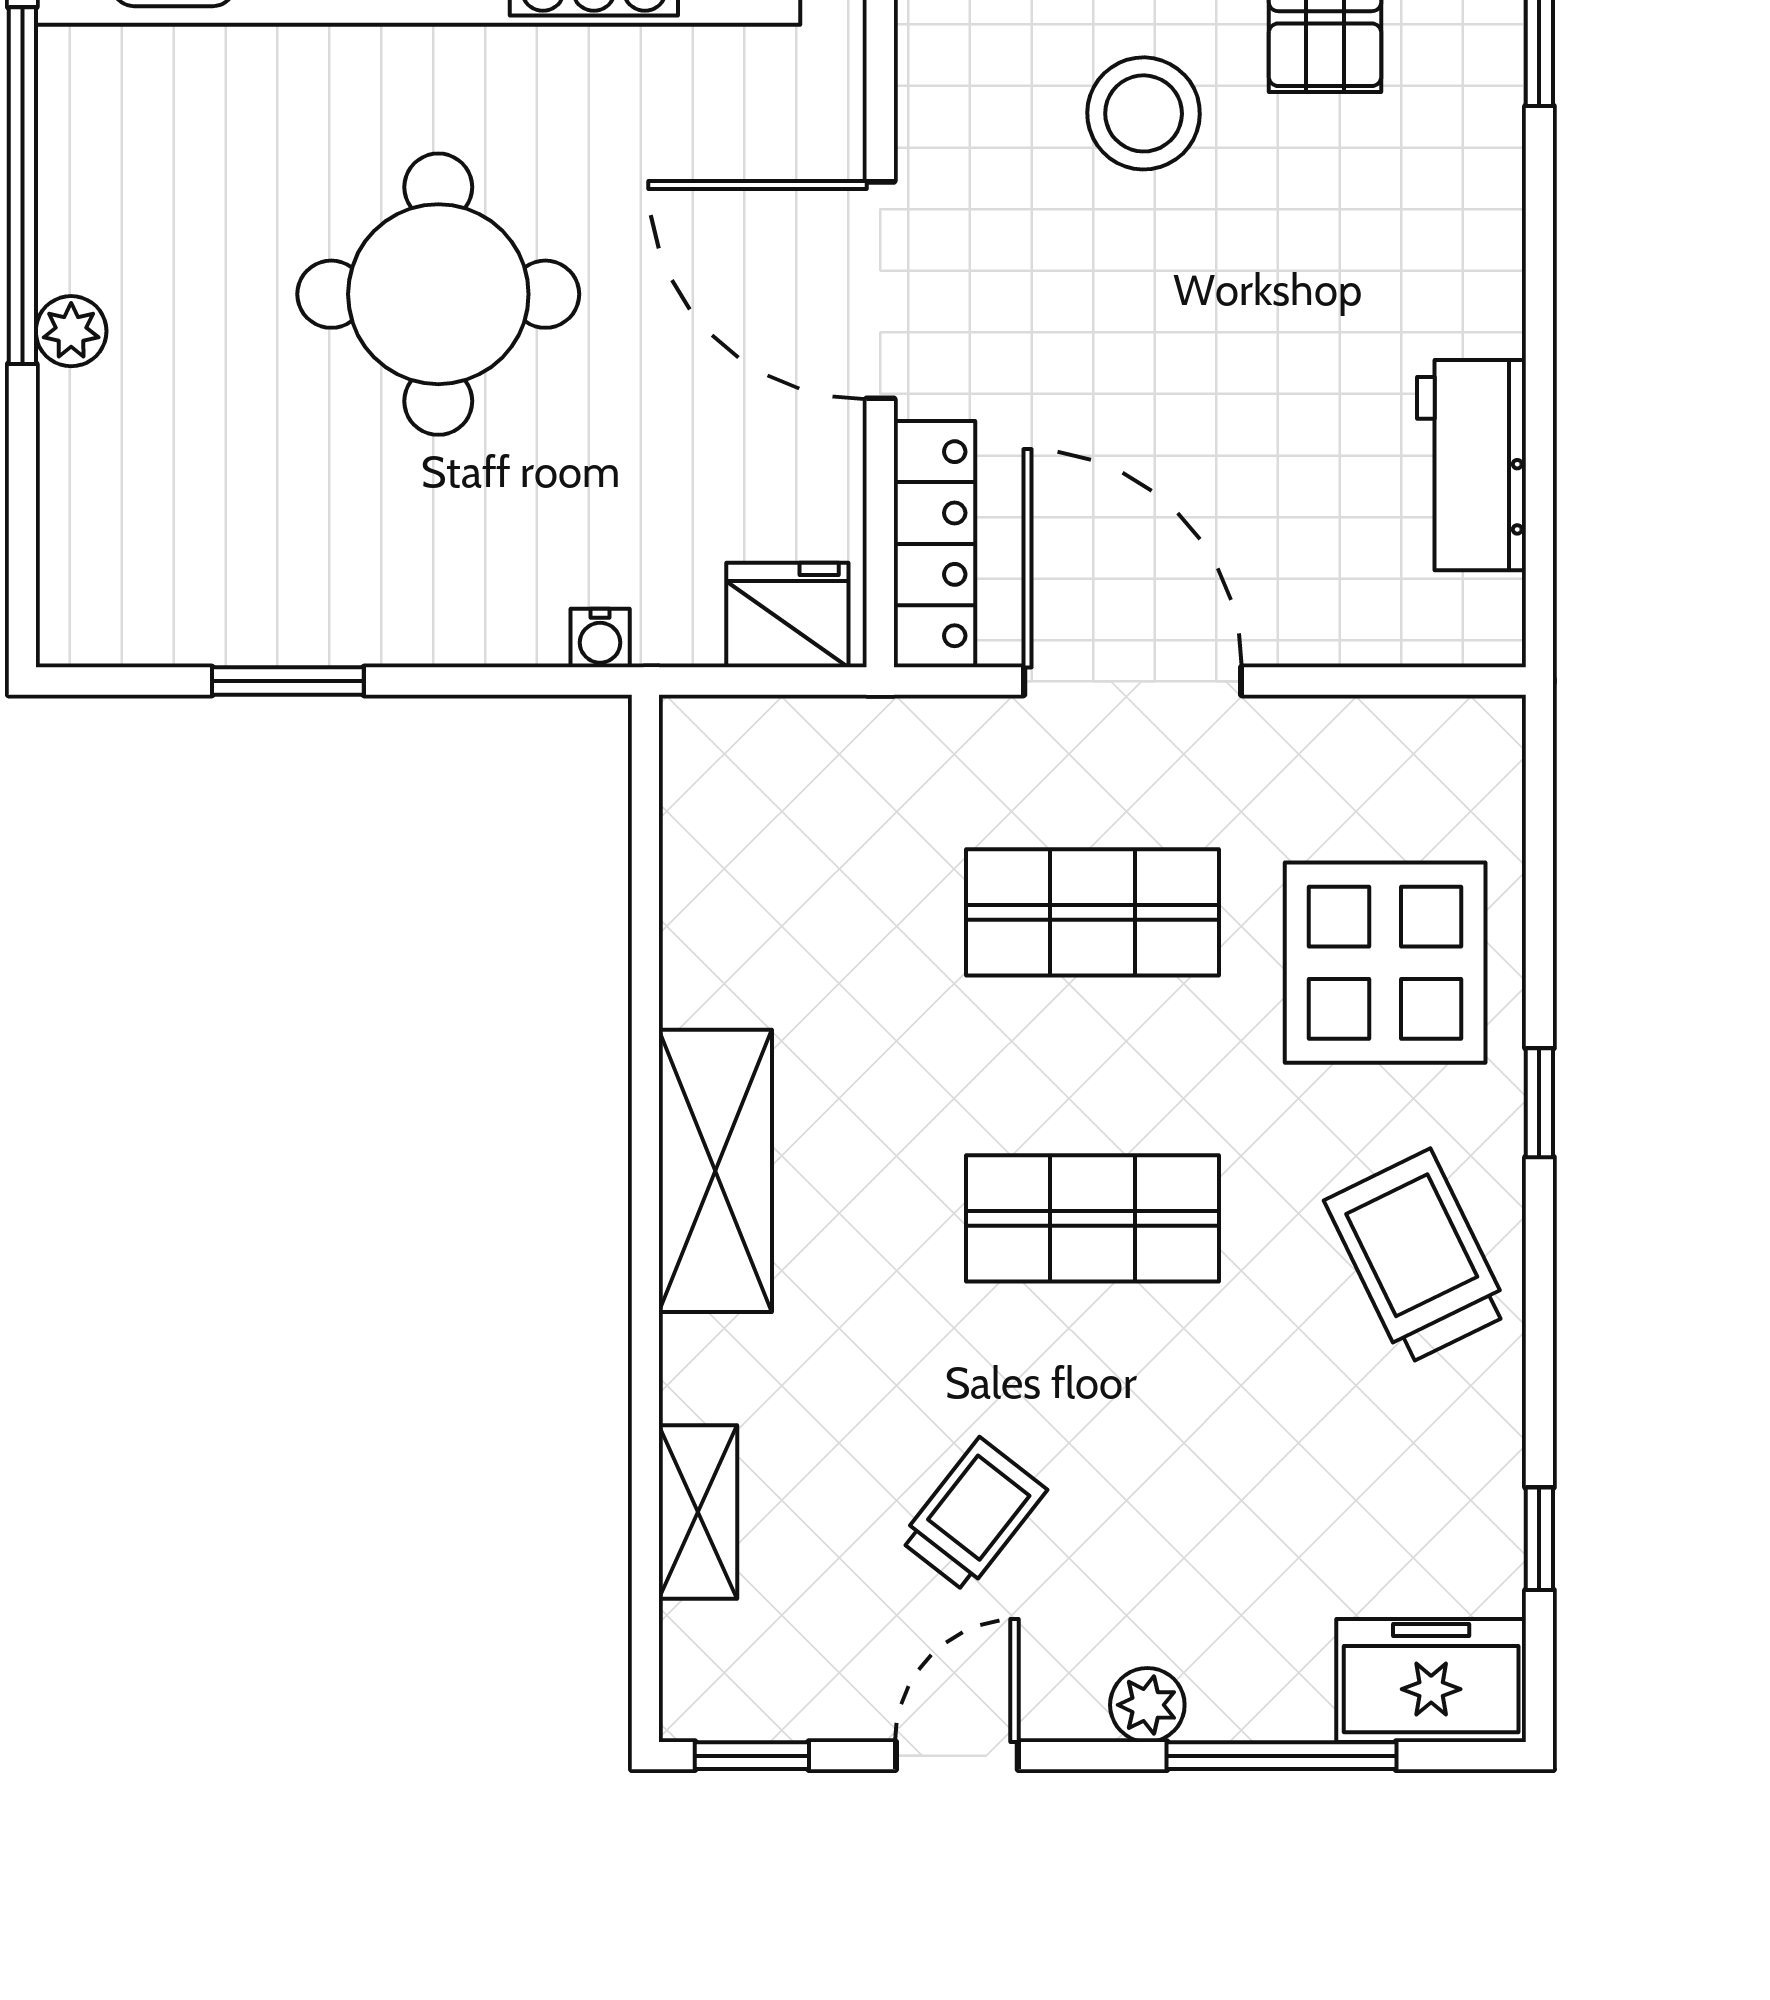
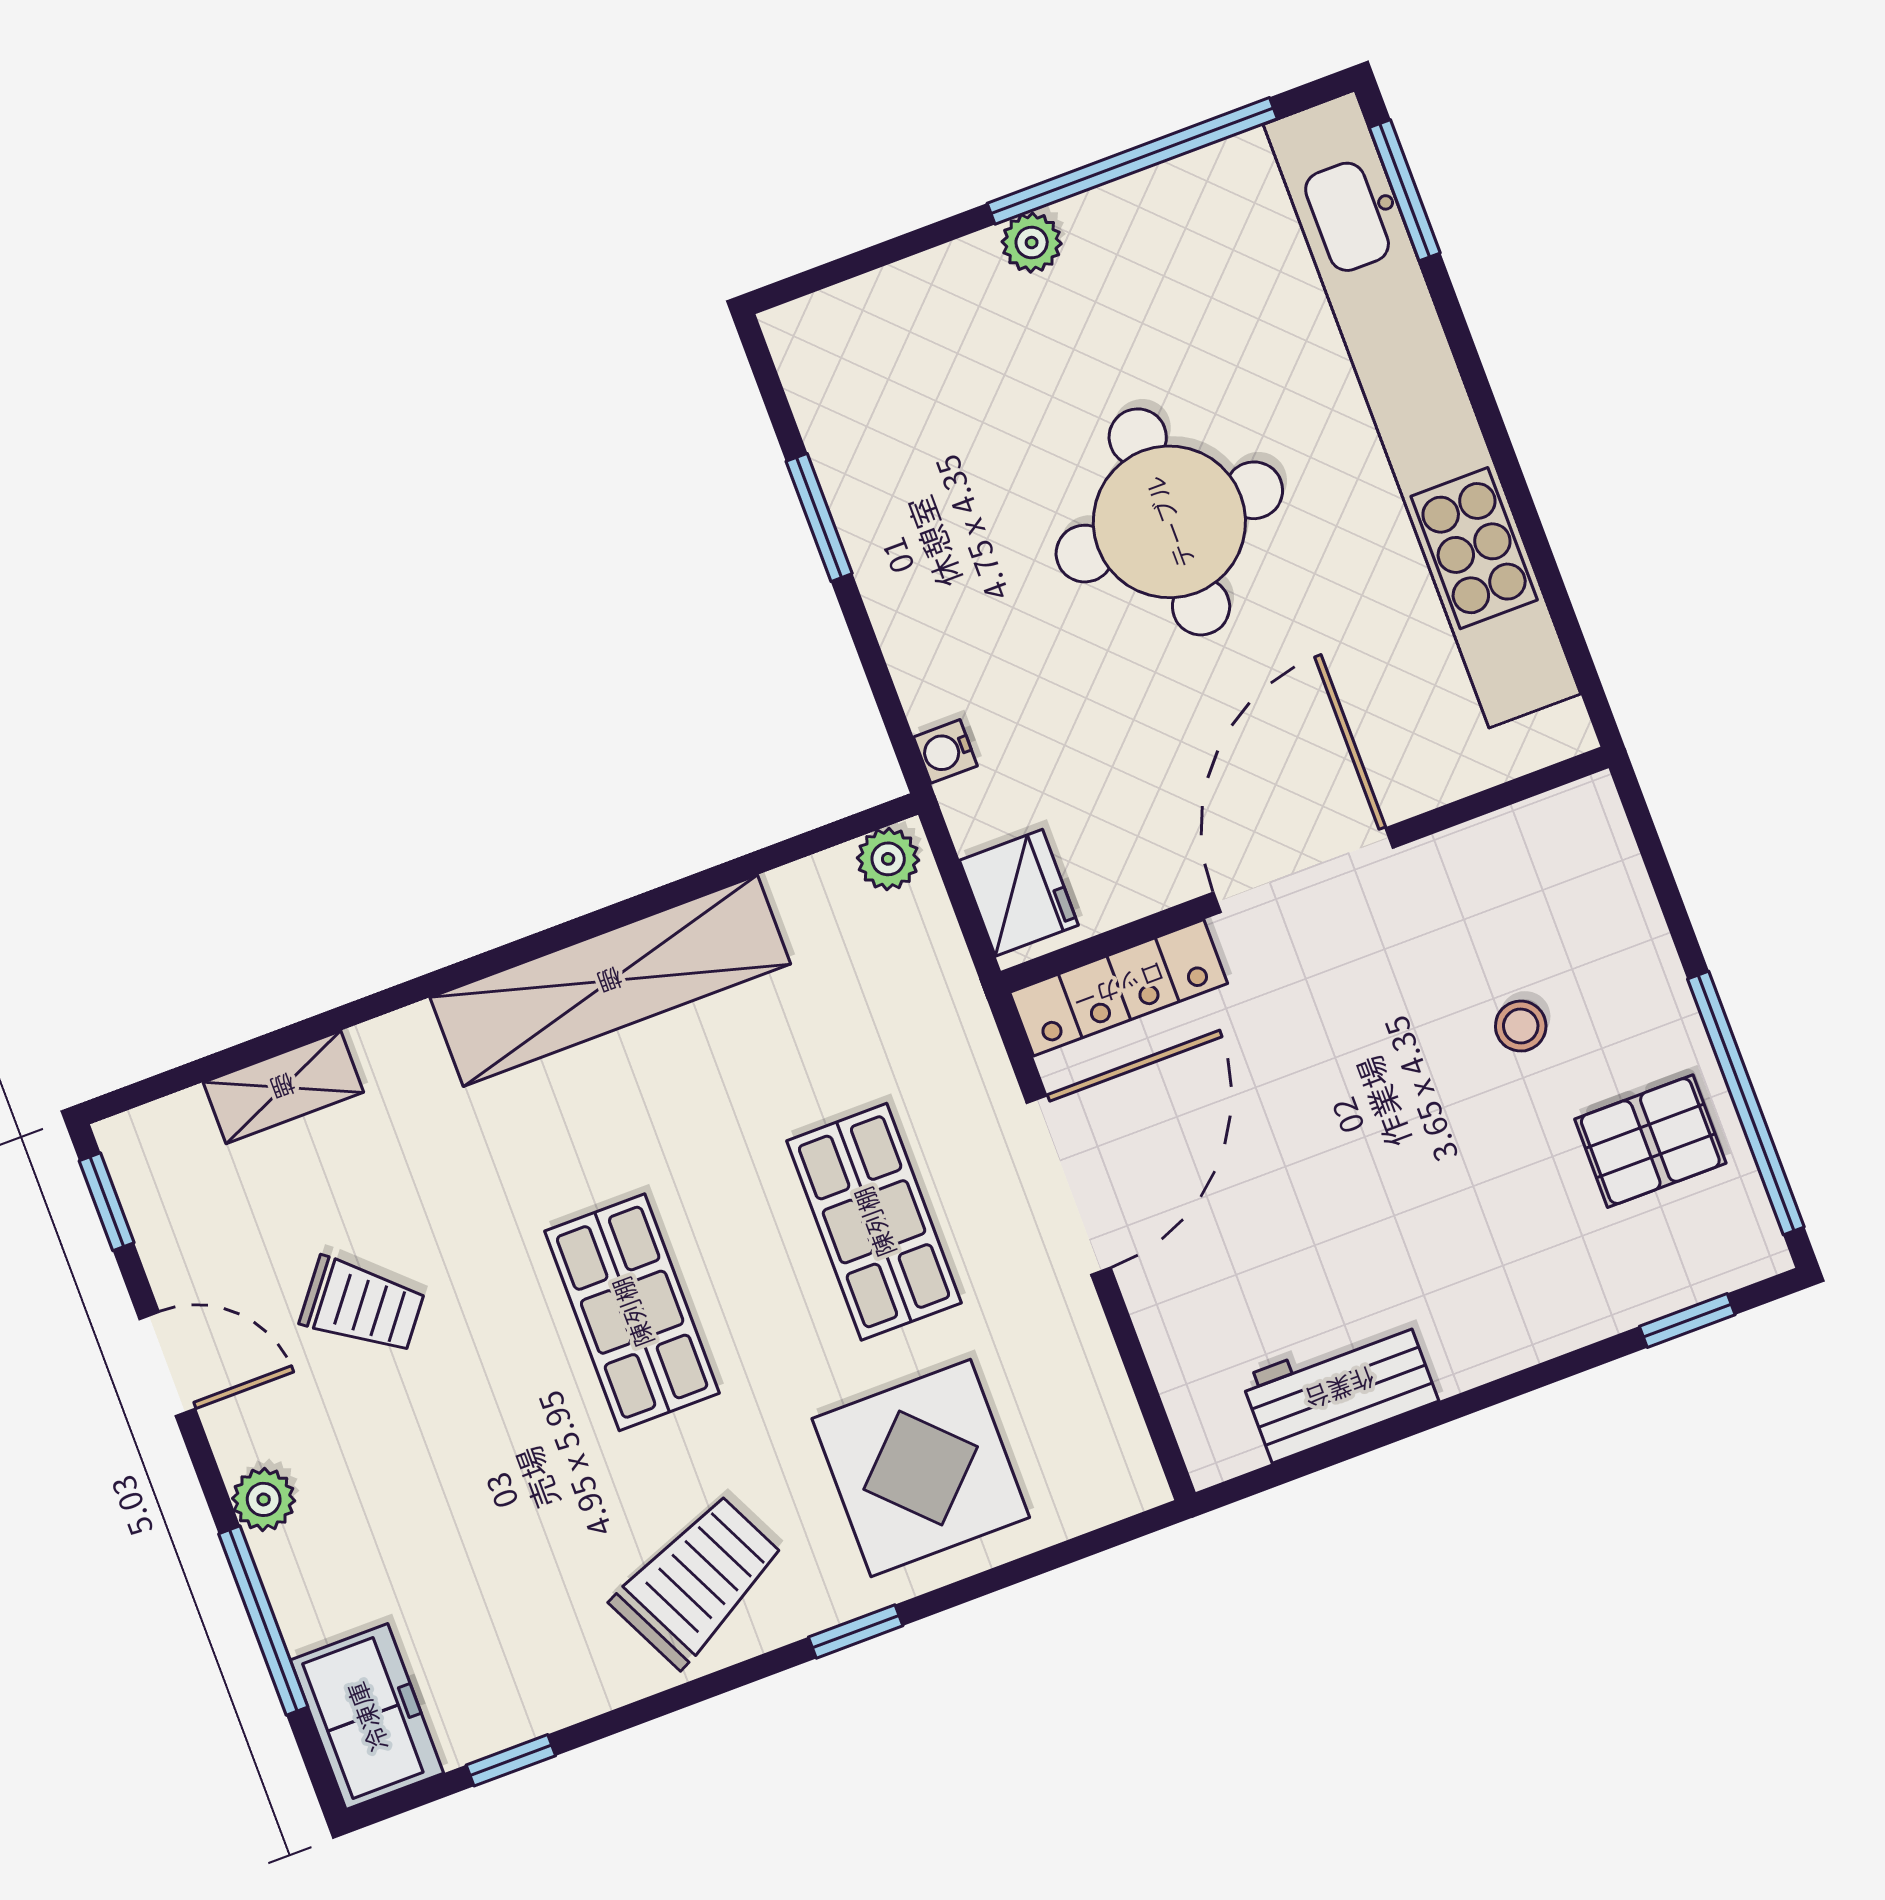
stool: (1144, 113) -> (1521, 1026), width x0.53, depth x0.53
plant: (696, 746) -> (888, 859), added
shelving: (715, 1171) -> (610, 981), width x1.47

